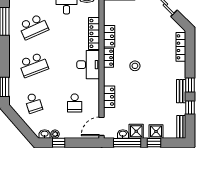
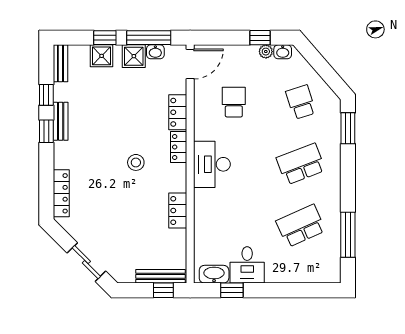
locker: (94, 33) -> (202, 215), removed
locker: (109, 58) -> (179, 147), moved

